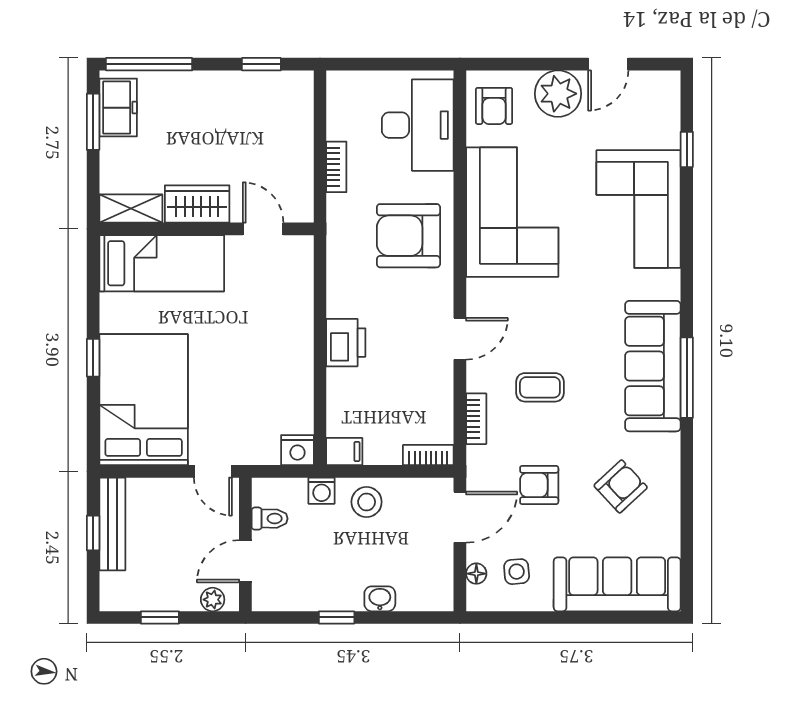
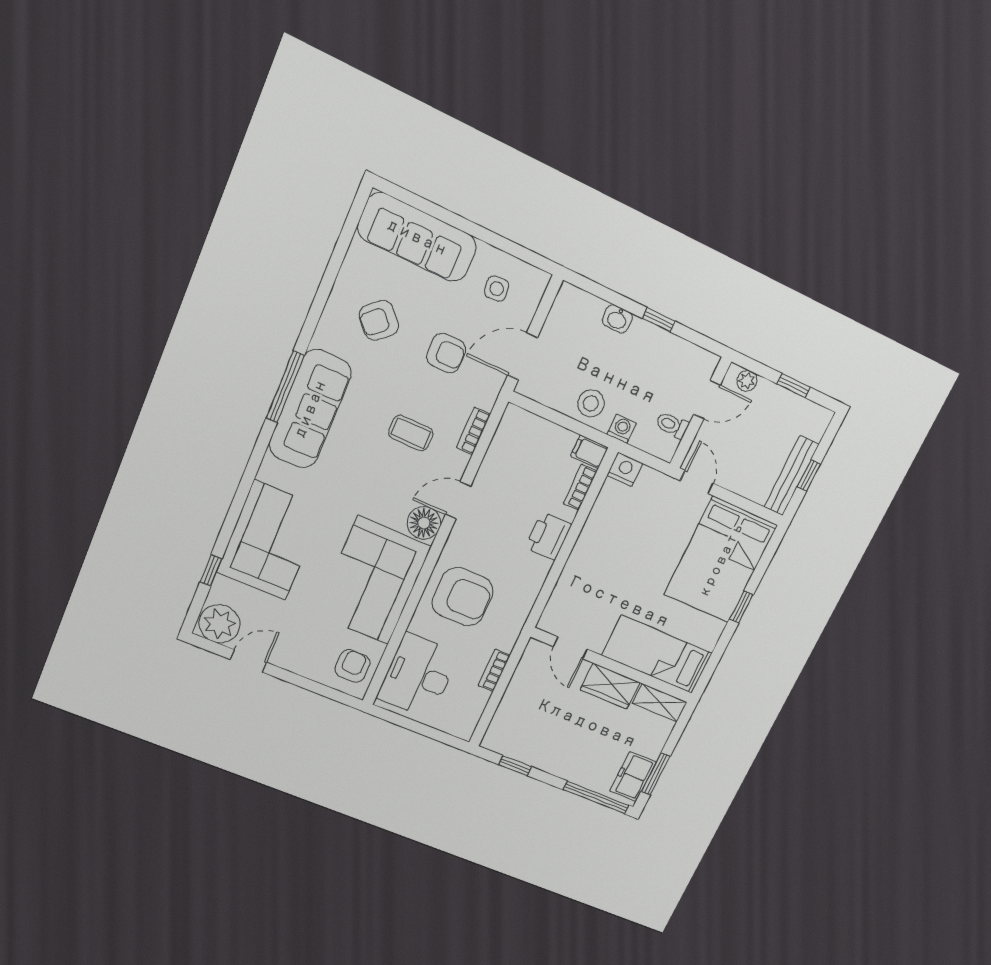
plant: (558, 94) -> (220, 624), moved
bookcase: (428, 455) -> (580, 487), moved, turned 90
floor lamp: (476, 574) -> (424, 523), moved, width x1.89, depth x1.89

